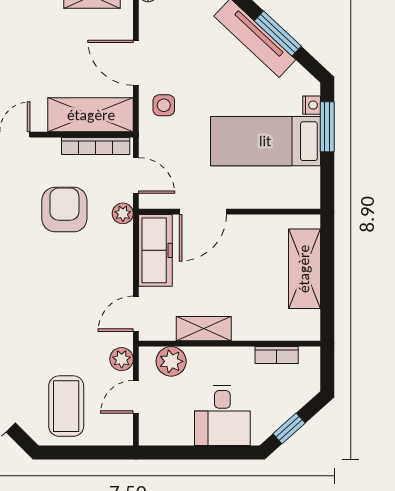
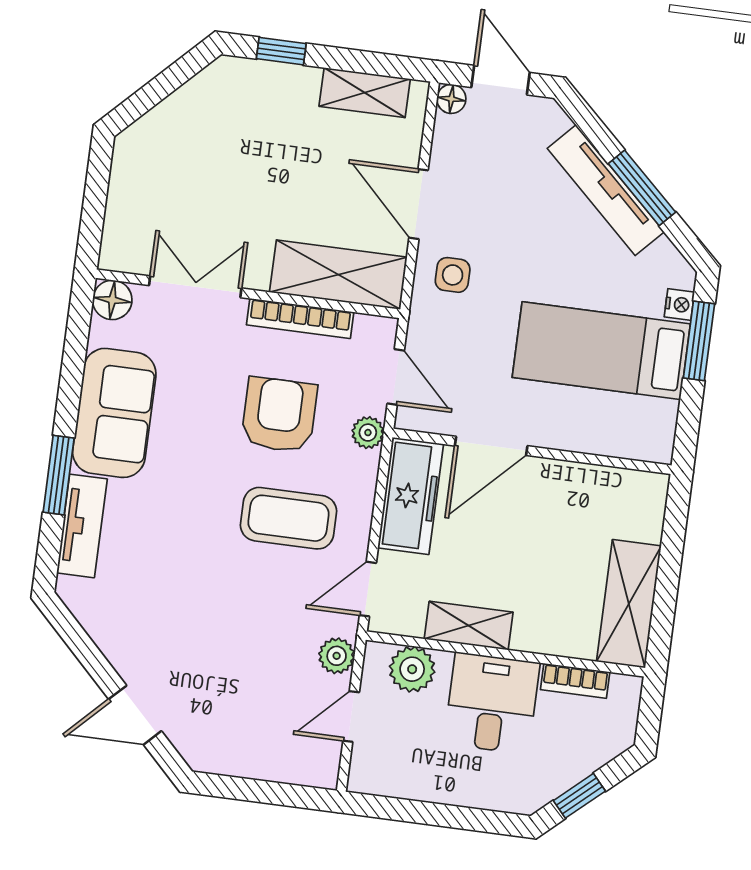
bookcase: (96, 146) -> (300, 318), moved
shelving: (304, 269) -> (629, 604), moved
coffee table: (66, 406) -> (288, 518), moved, turned 90
desk: (222, 416) -> (492, 703), moved, turned 180

